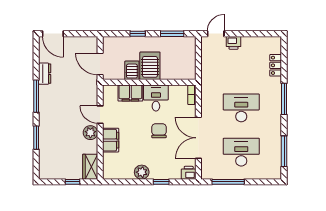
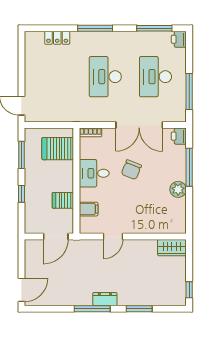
printer: (234, 43) -> (179, 39), moved, turned 180
server rack: (150, 66) -> (58, 149), moved
dresser: (45, 74) -> (105, 299), moved
filing cabinet: (130, 93) -> (89, 209), width x0.50
chair: (159, 131) -> (131, 170), turned -68
plant: (90, 133) -> (133, 247), removed
filing cabinet: (111, 140) -> (142, 224), removed
window: (72, 182) -> (189, 290), moved
window: (161, 182) -> (189, 167), width x2.17

